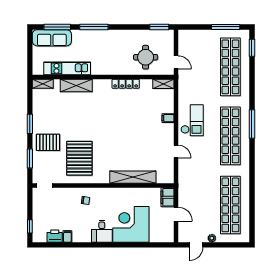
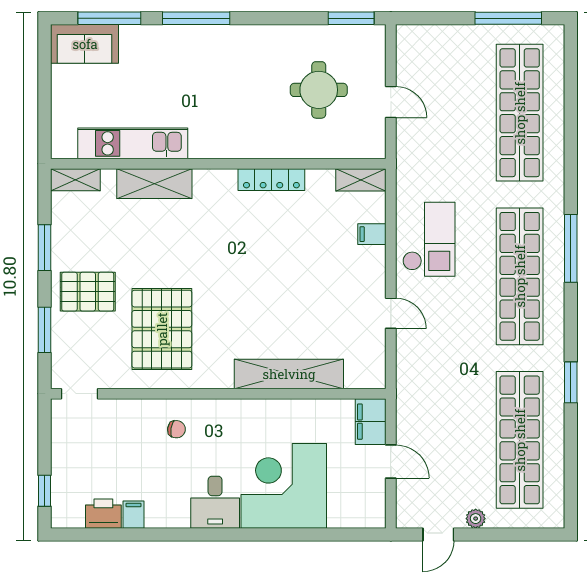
sofa: (52, 38) -> (85, 44), width x0.73
window: (252, 48) -> (571, 382), moved
kitchen unit: (67, 68) -> (133, 143), moved
wall: (103, 77) -> (218, 164), moved
shelving: (43, 84) -> (75, 180), moved
locker: (126, 84) -> (271, 180), moved
shelving: (163, 84) -> (361, 180), moved
shelving: (76, 85) -> (154, 184), moved

